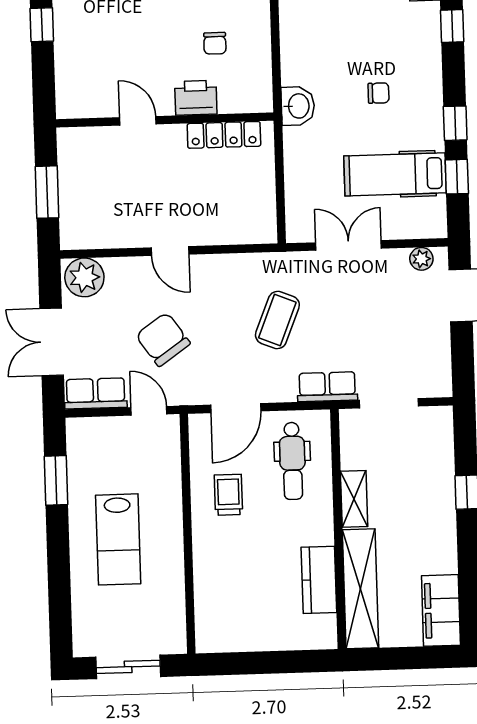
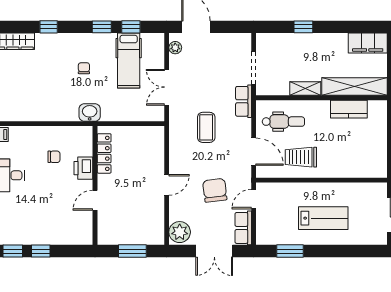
coffee table: (277, 320) -> (206, 127), turned 68
chair: (163, 339) -> (215, 190), turned 118
trolley: (228, 495) -> (301, 157), width x1.36, depth x1.39

